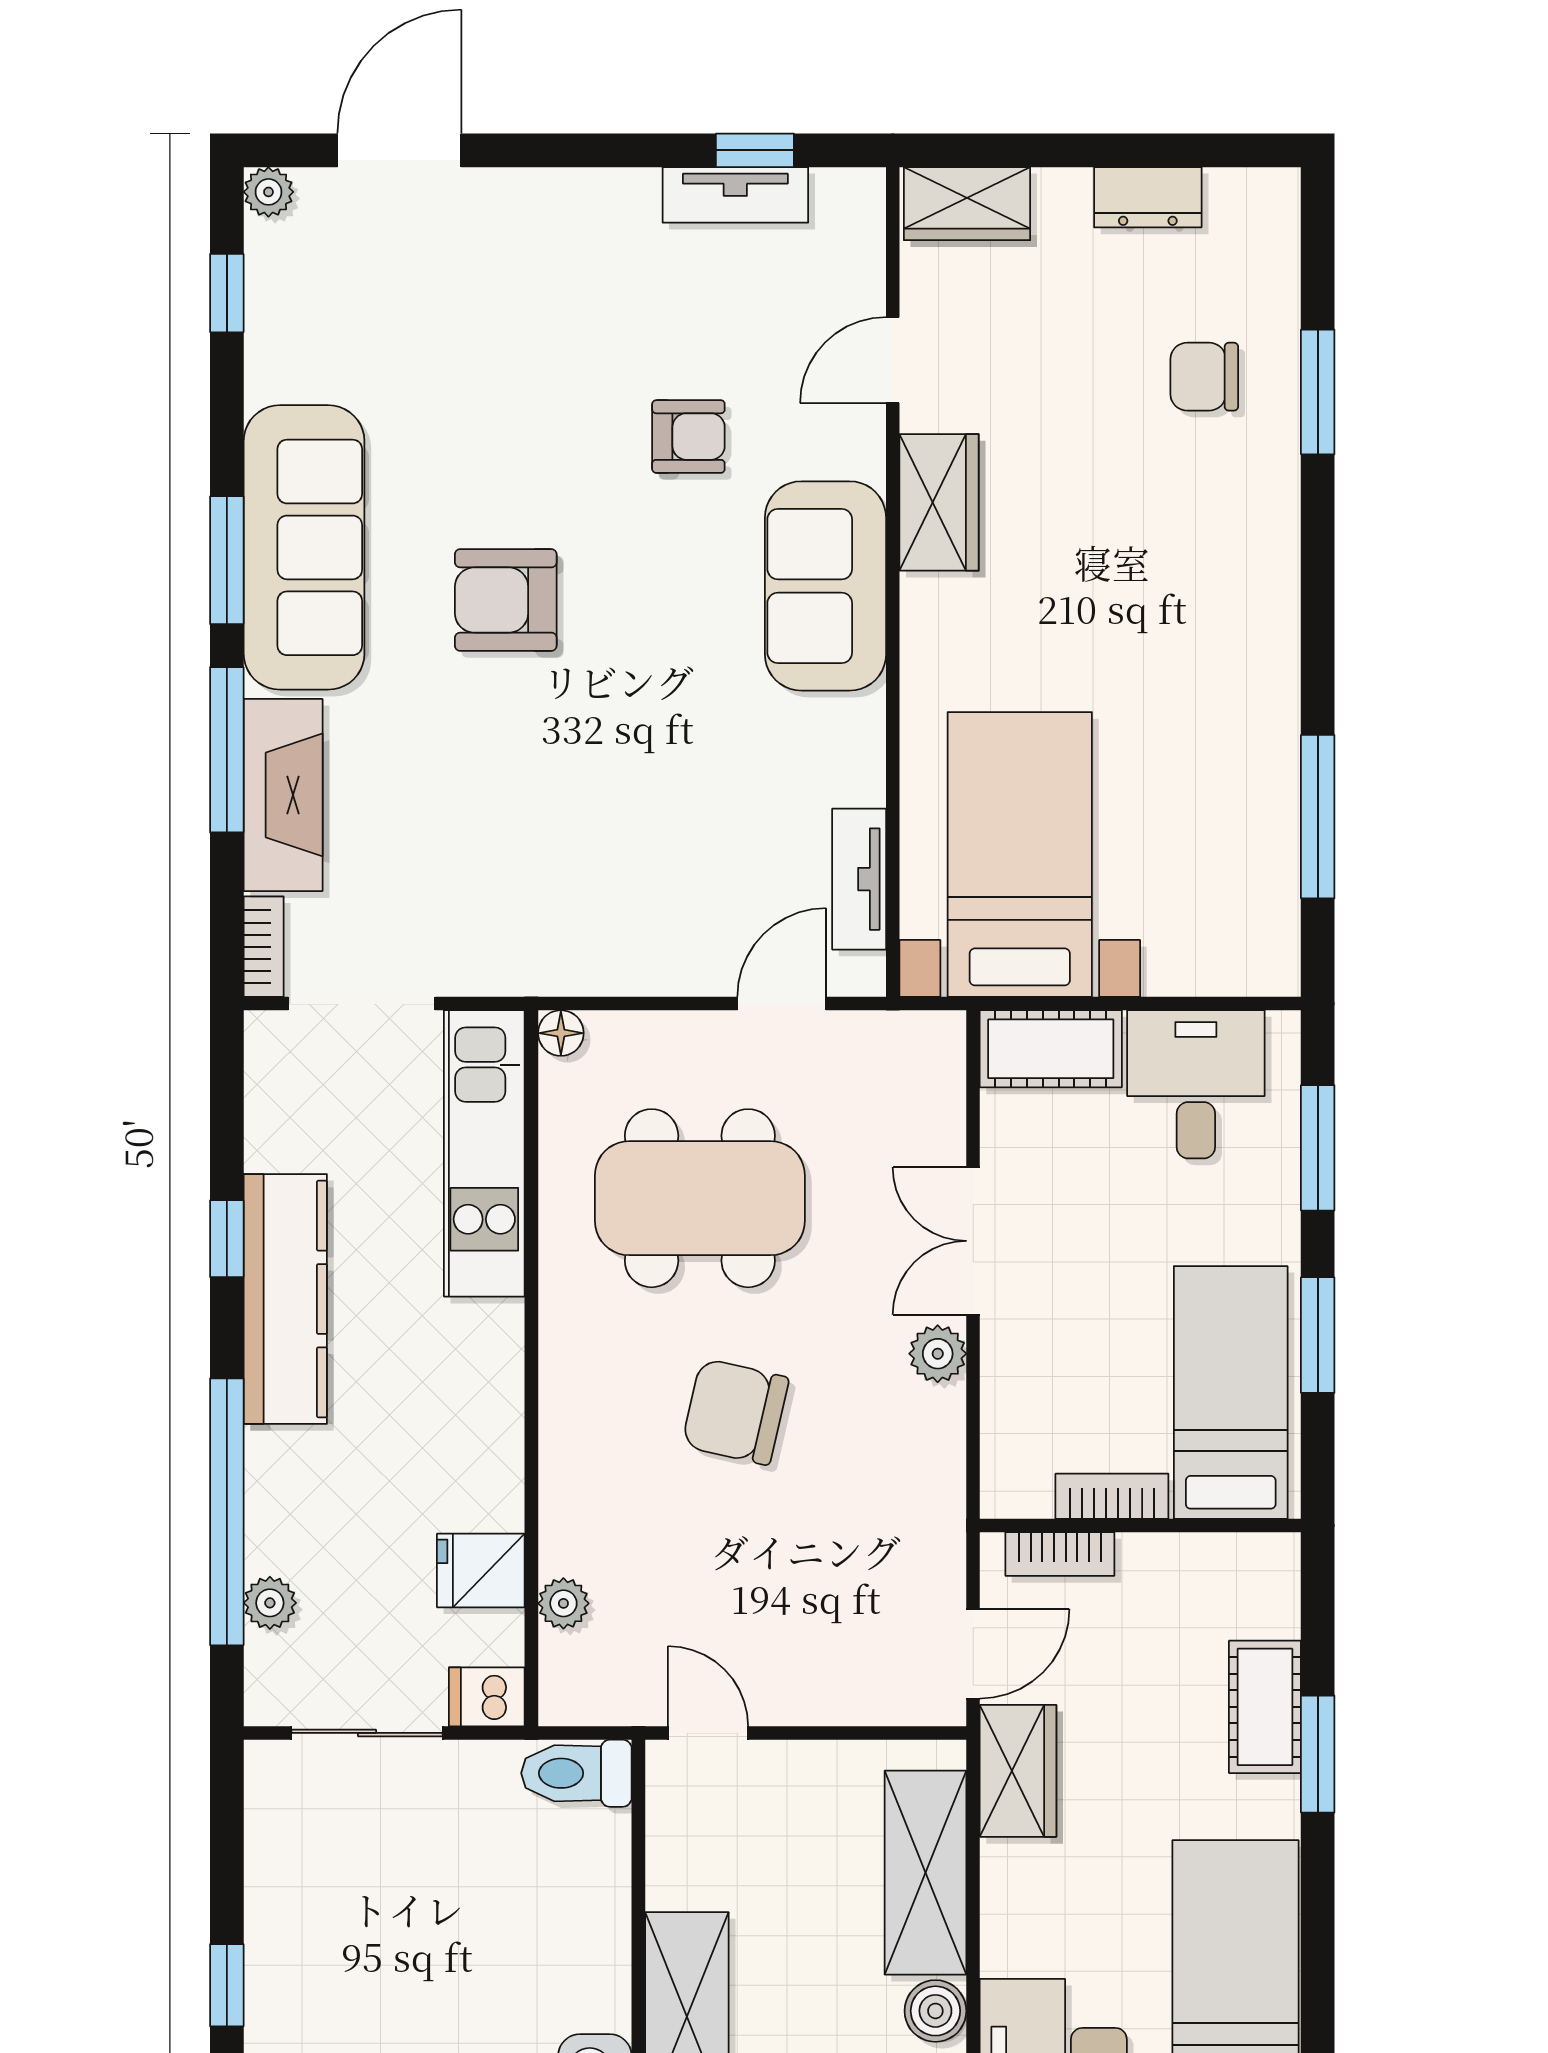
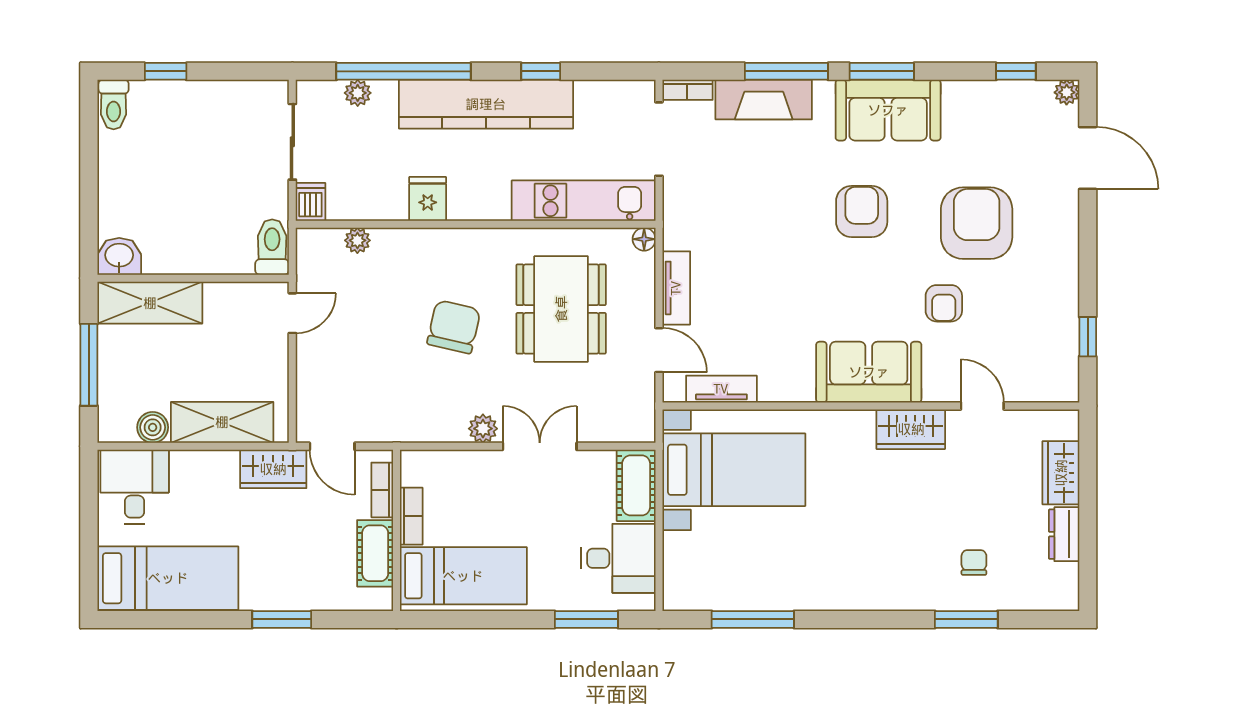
tv unit: (735, 195) -> (676, 288), moved, turned 180
wardrobe: (967, 204) -> (1061, 473), moved
armchair: (529, 371) -> (977, 223), added
chair: (1204, 377) -> (974, 562), width x0.73, depth x0.73
sofa: (304, 547) -> (888, 110), width x0.73
kitchen counter: (285, 1299) -> (486, 104), width x1.39, depth x1.17
window: (1318, 1335) -> (492, 619), removed
fridge: (481, 1570) -> (428, 199), moved
cot: (1265, 1707) -> (375, 553), moved, turned 90

